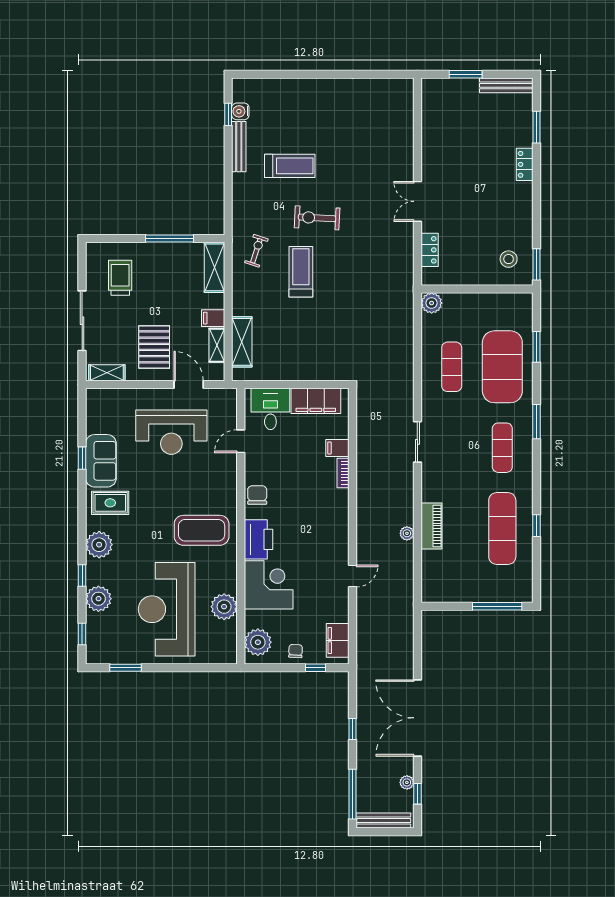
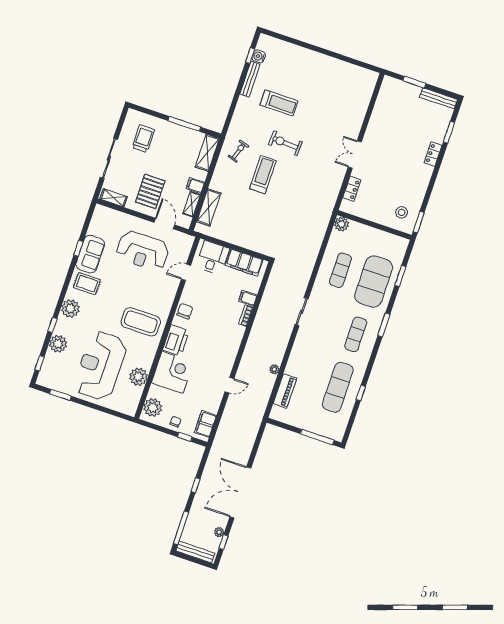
piano: (431, 526) -> (285, 391), moved

